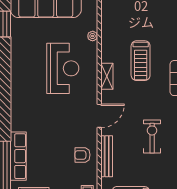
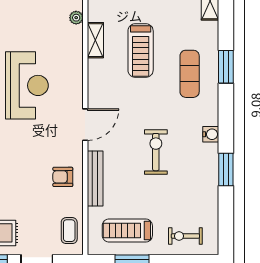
reception desk: (63, 68) -> (27, 85), moved
shelving: (107, 76) -> (95, 40), moved

